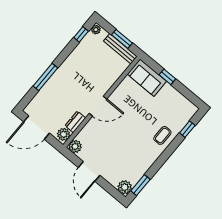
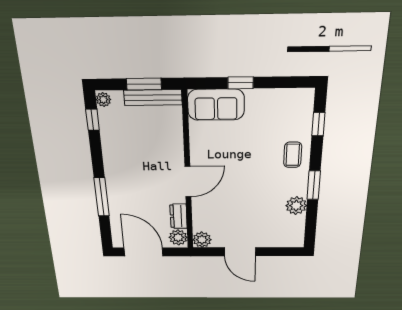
door: (36, 127) -> (144, 252), swing flipped
window: (140, 185) -> (314, 185), moved
plant: (125, 187) -> (296, 206), moved

